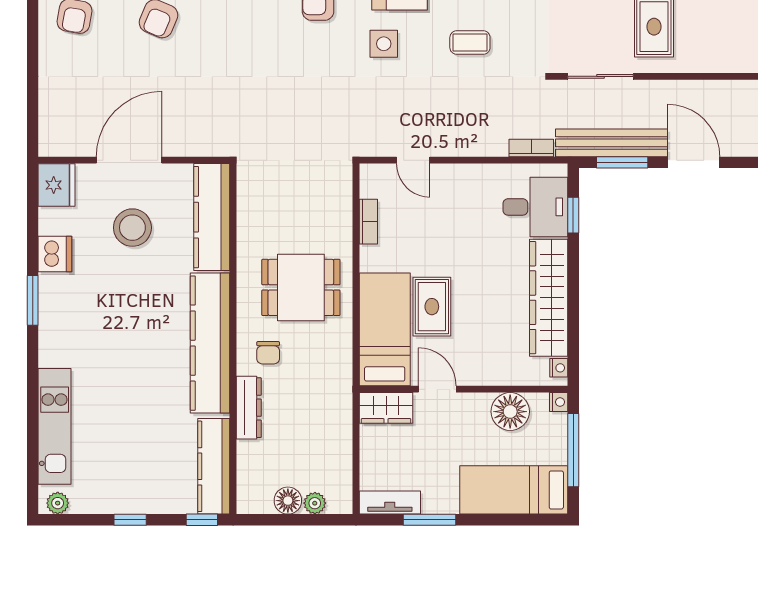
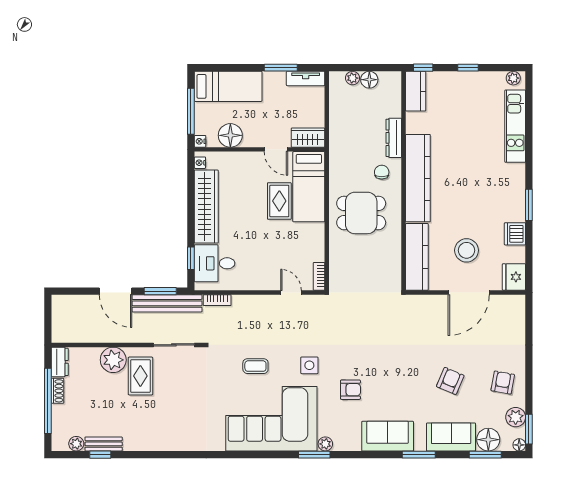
plant: (698, 52) -> (113, 360), added
bookcase: (368, 222) -> (319, 276), moved
kitchen counter: (214, 466) -> (416, 91), width x0.67

